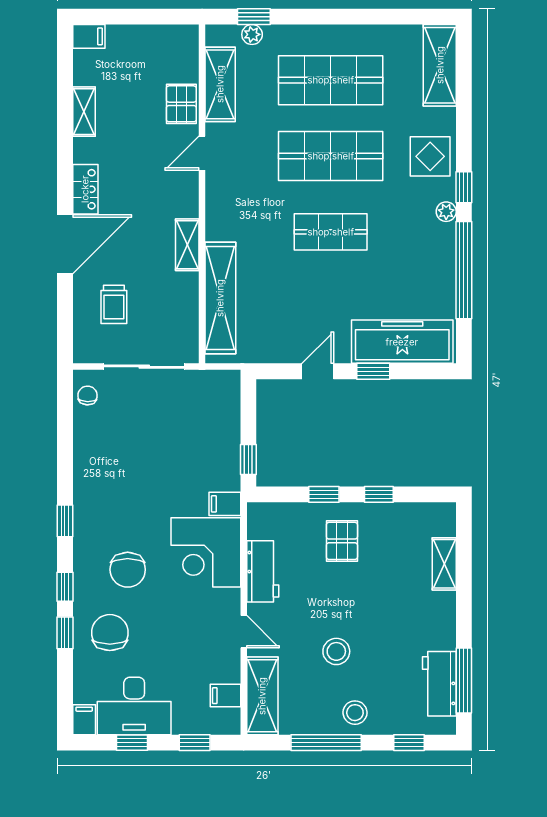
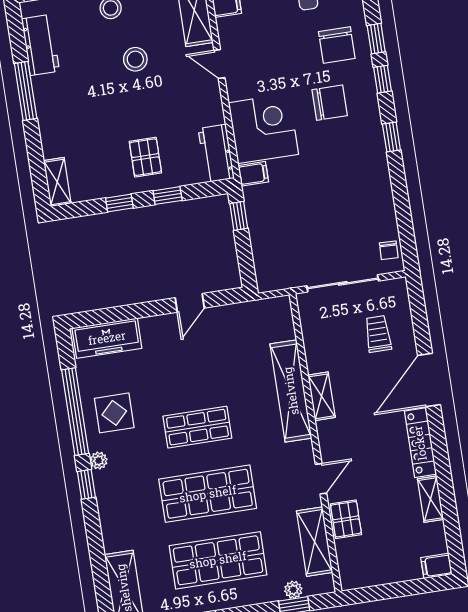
display table: (430, 156) -> (114, 413), moved
locker: (85, 189) -> (420, 443), width x1.53
shelving: (220, 298) -> (291, 391), moved
freezer: (402, 342) -> (107, 338), width x0.73, depth x0.79
window: (373, 371) -> (141, 310), removed
shelving: (444, 564) -> (57, 182), moved
chair: (128, 570) -> (330, 103), turned 90
workbench: (263, 571) -> (216, 153), moved
window: (464, 680) -> (26, 91), moved

